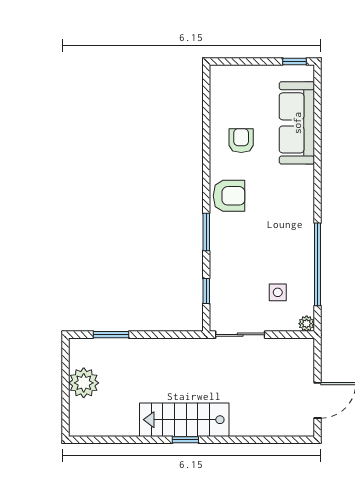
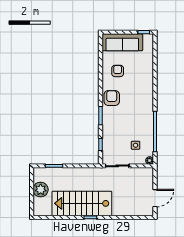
sofa: (297, 123) -> (122, 42), moved, turned -90
armchair: (229, 196) -> (112, 98), turned -90
stairs: (184, 420) -> (82, 203), width x1.36, depth x1.51

